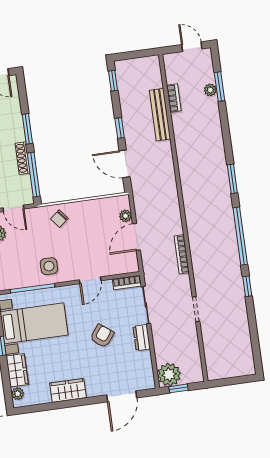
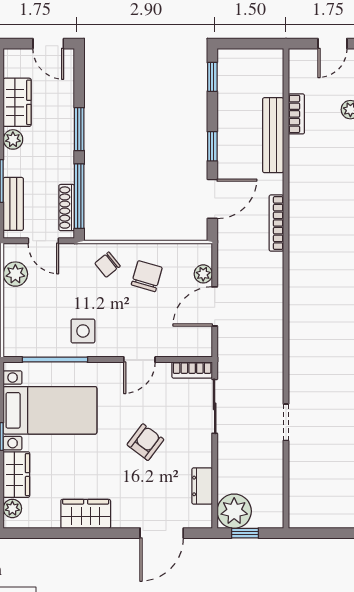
door: (192, 47) -> (332, 44), swing flipped
shoe rack: (23, 158) -> (67, 208), moved
door: (125, 164) -> (212, 199), swing flipped
chair: (87, 223) -> (147, 276), added
bookcase: (182, 254) -> (276, 223), moved
dresser: (142, 338) -> (202, 486), moved

